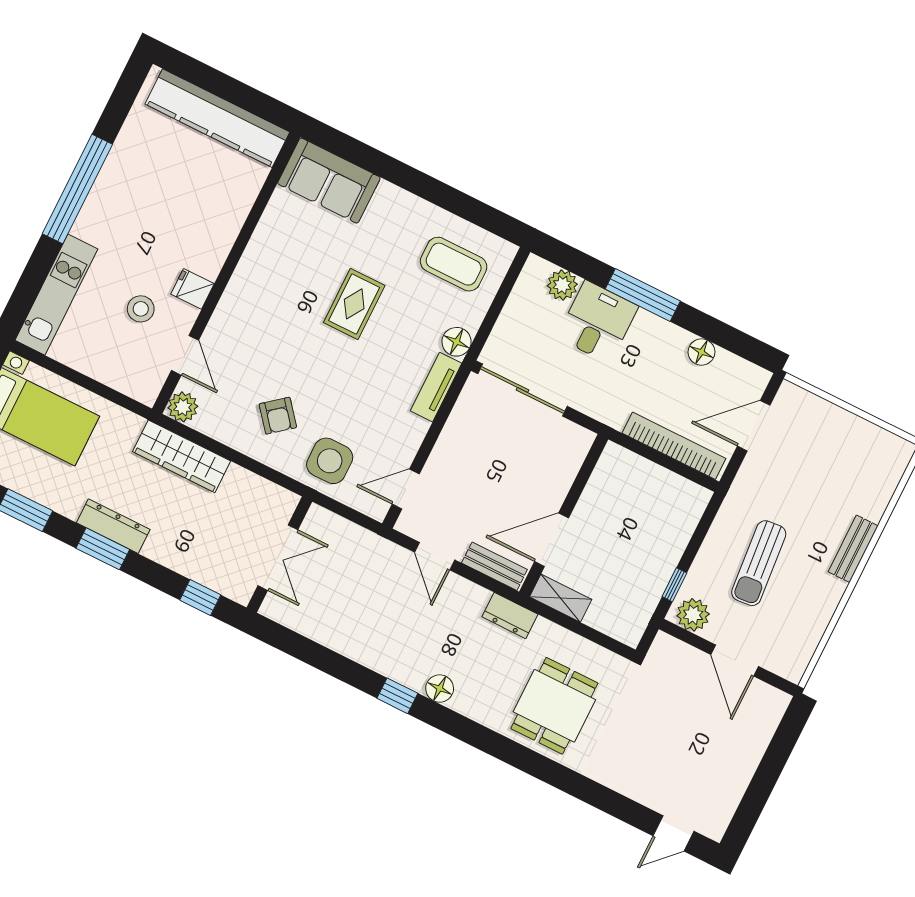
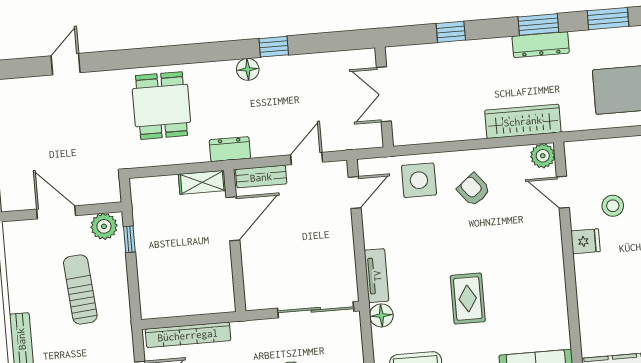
wall: (279, 555) -> (384, 97), moved
door: (435, 556) -> (307, 159), hinge flipped
double door: (278, 558) -> (384, 94), moved
door: (673, 833) -> (66, 64), moved

